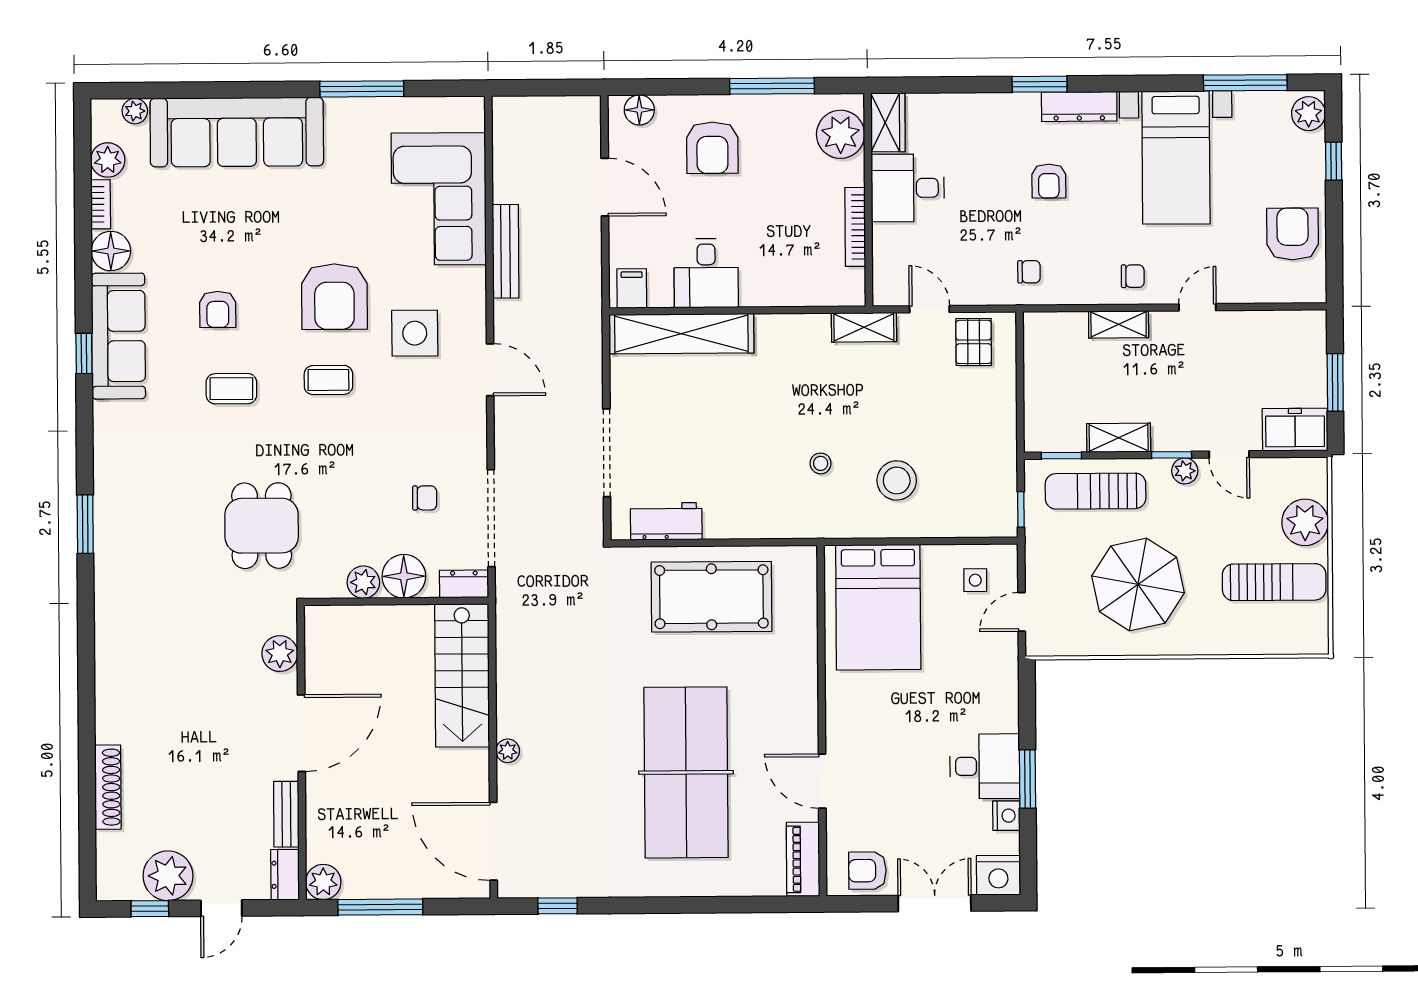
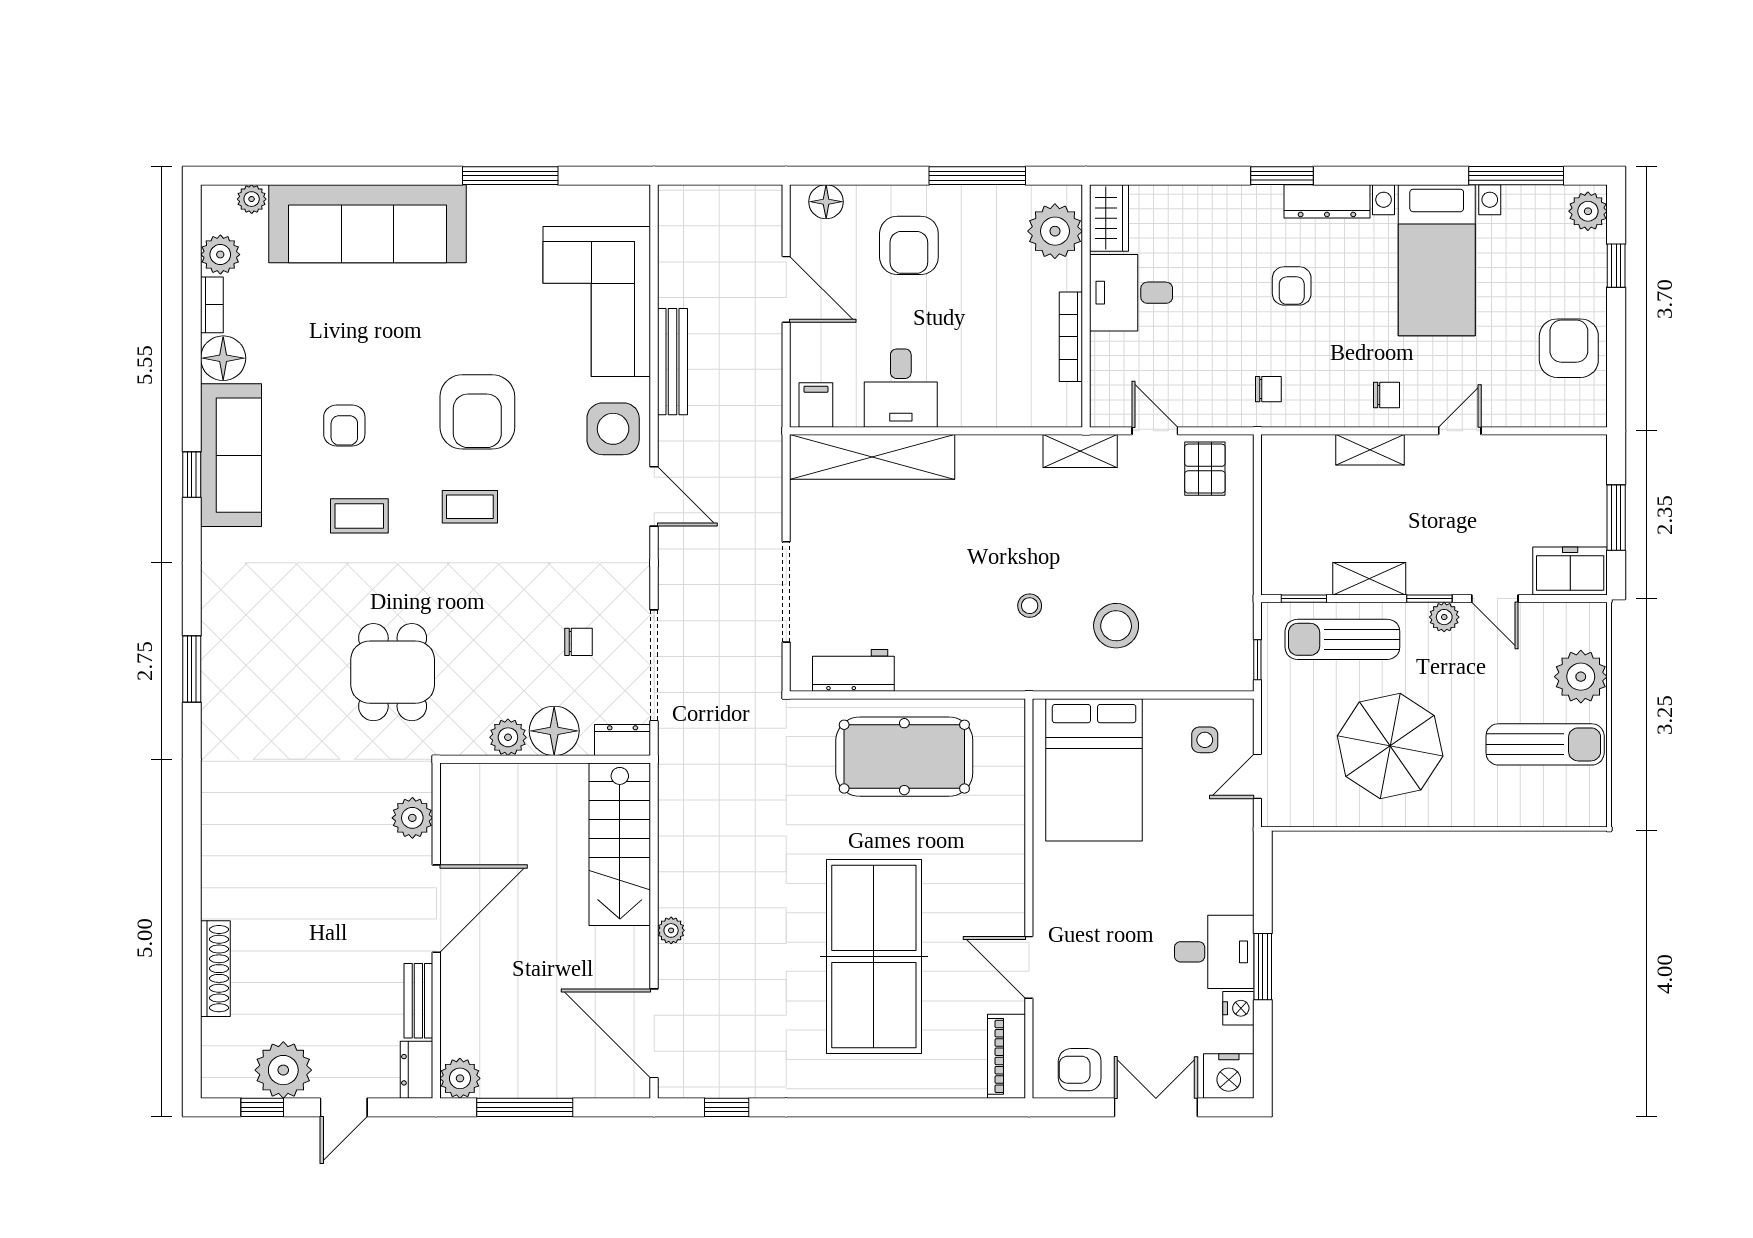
side table: (415, 333) -> (613, 429), moved

